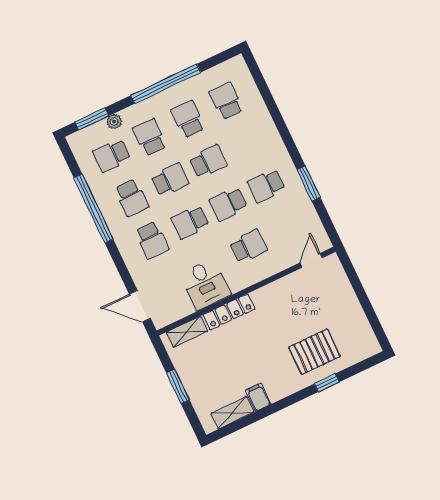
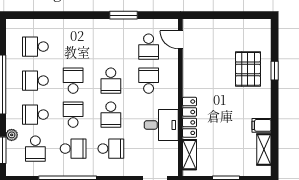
school desk: (266, 186) -> (149, 47), moved

